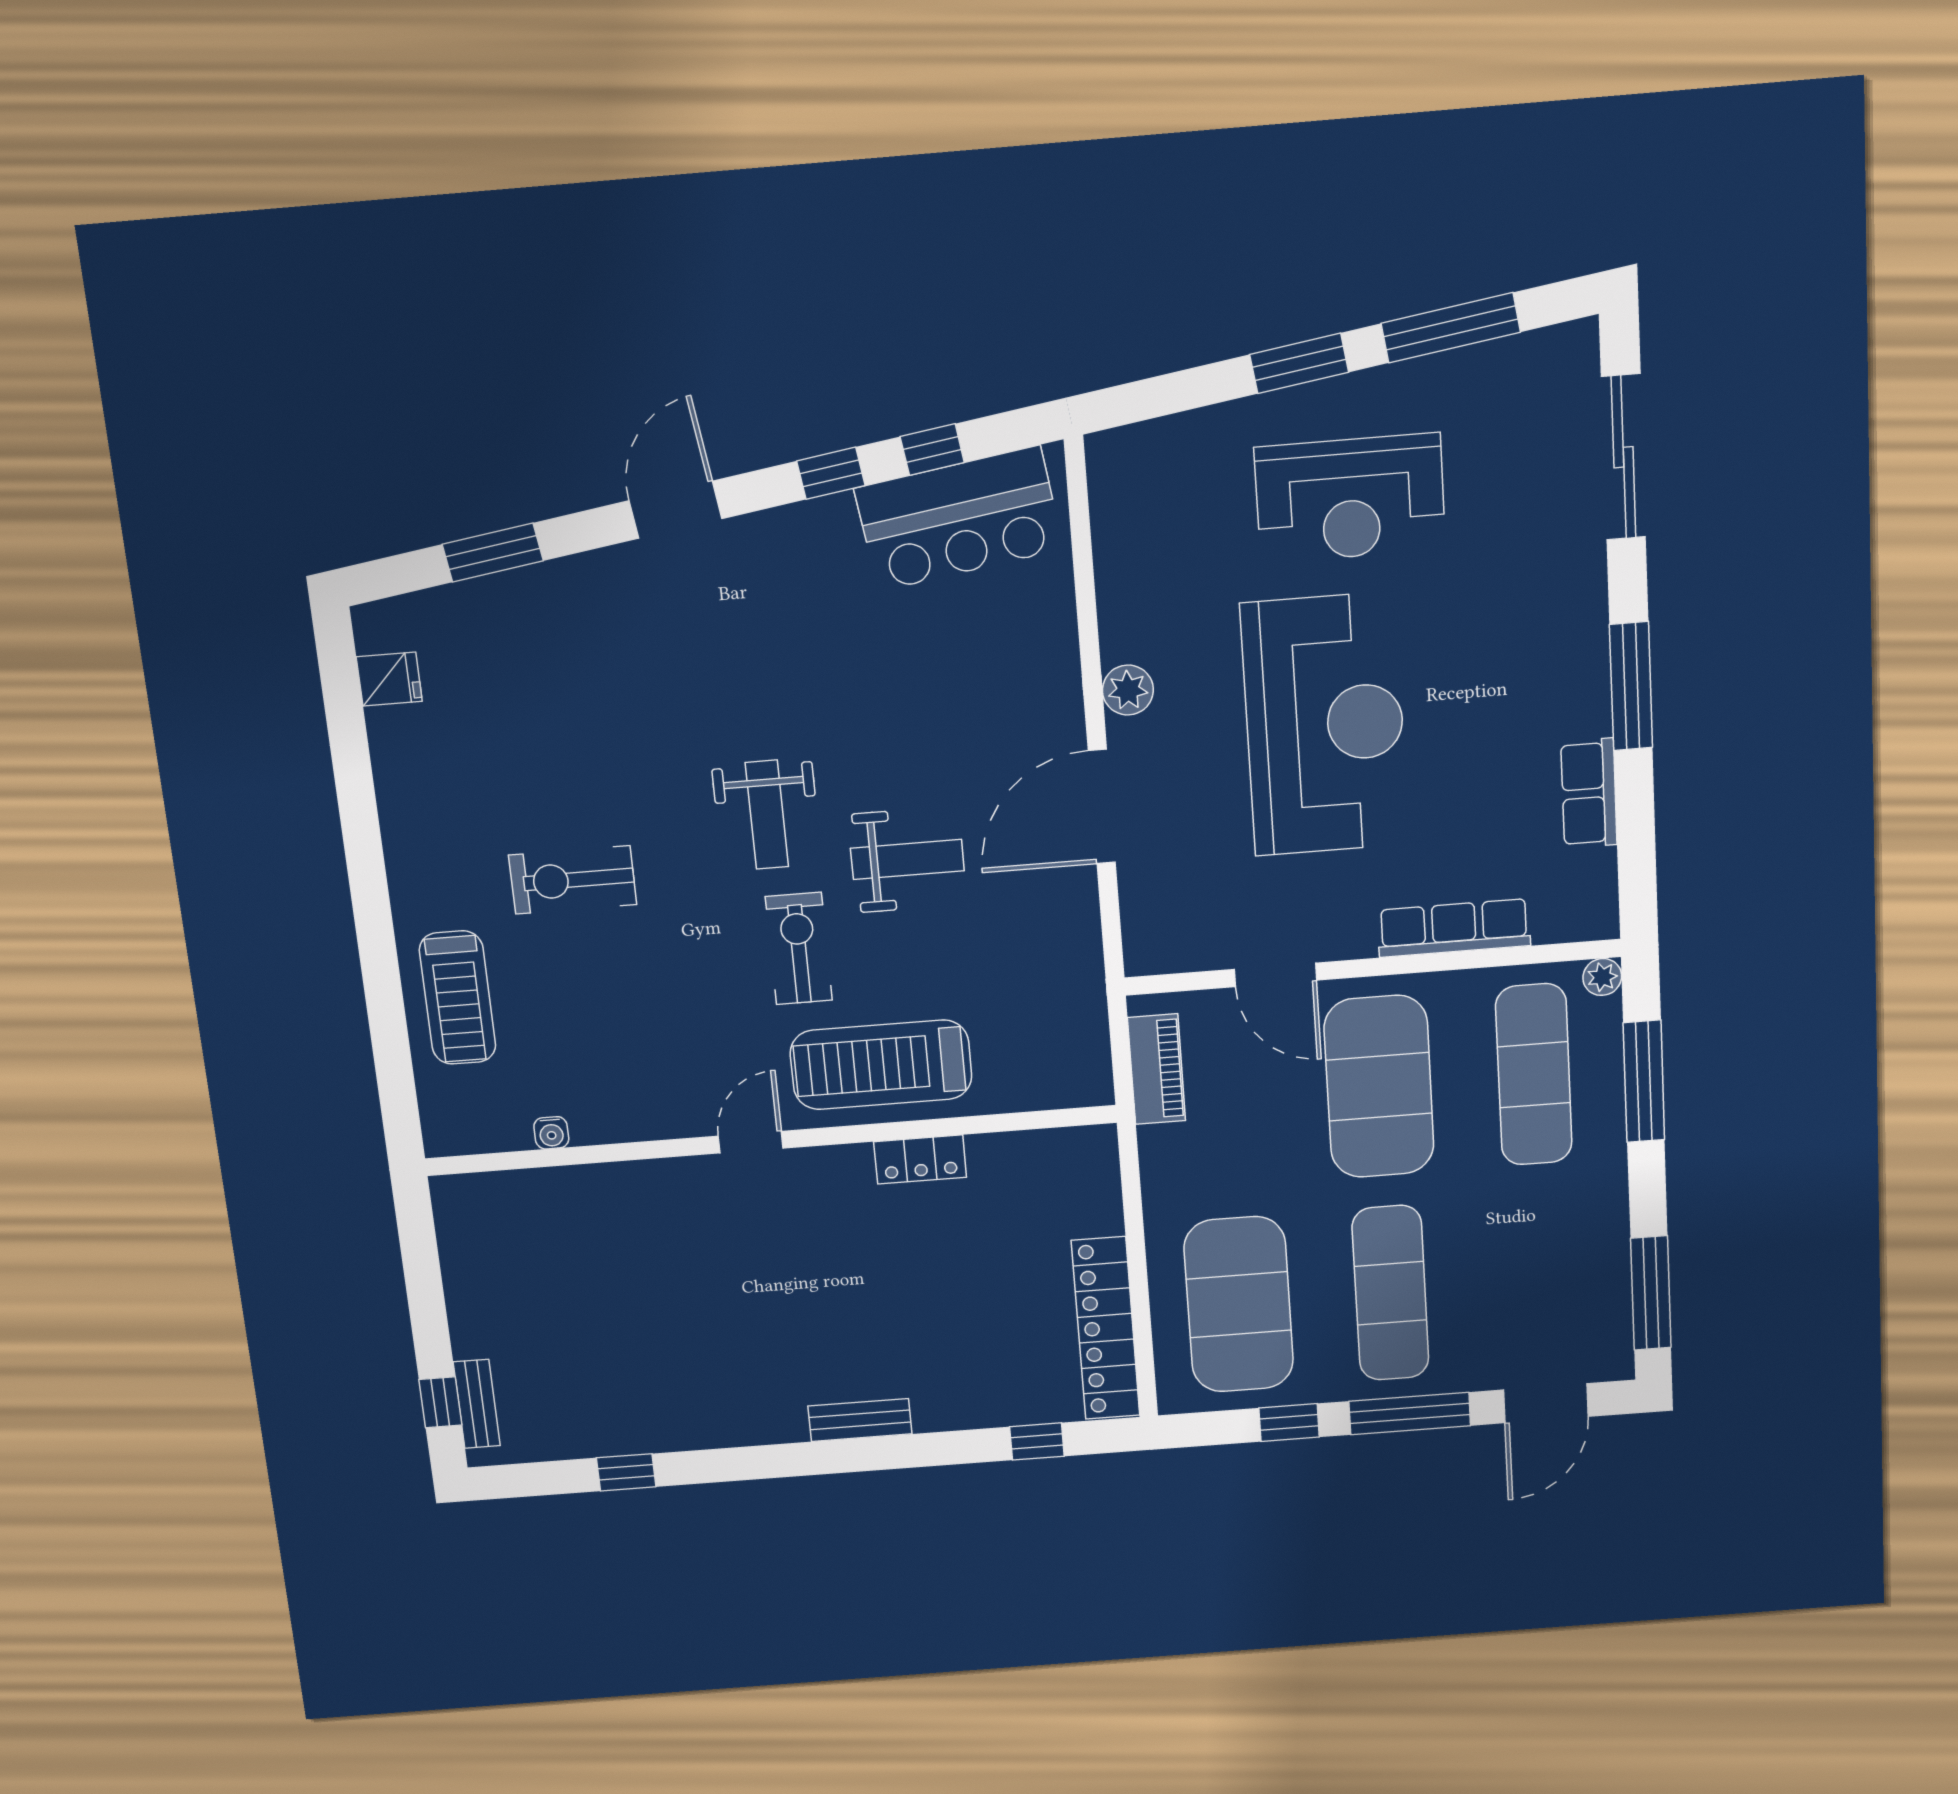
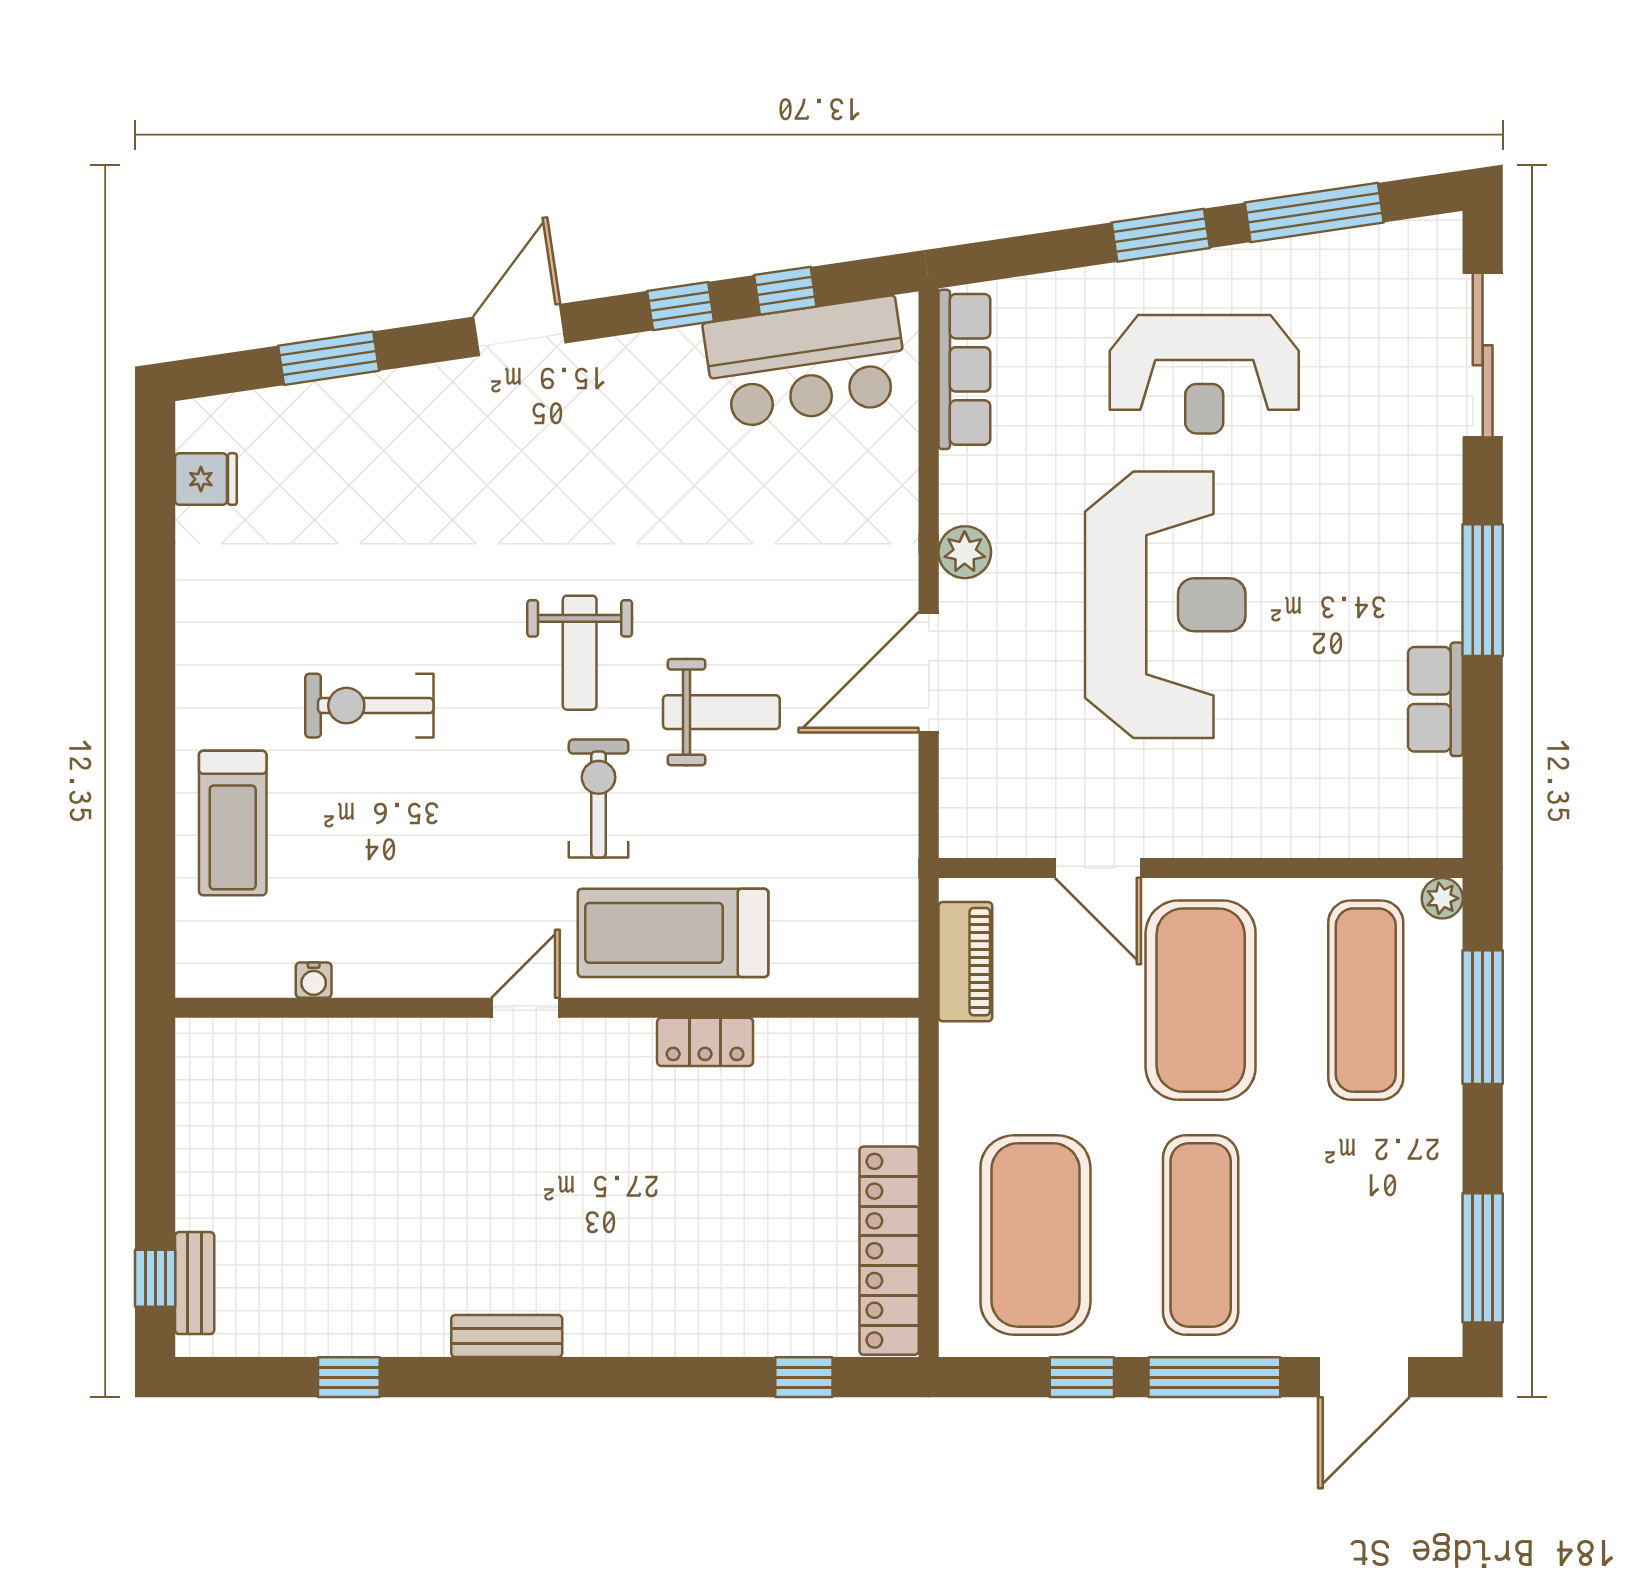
row of seats: (1454, 928) -> (964, 369), moved, turned 90
bench: (860, 1420) -> (507, 1336), moved

